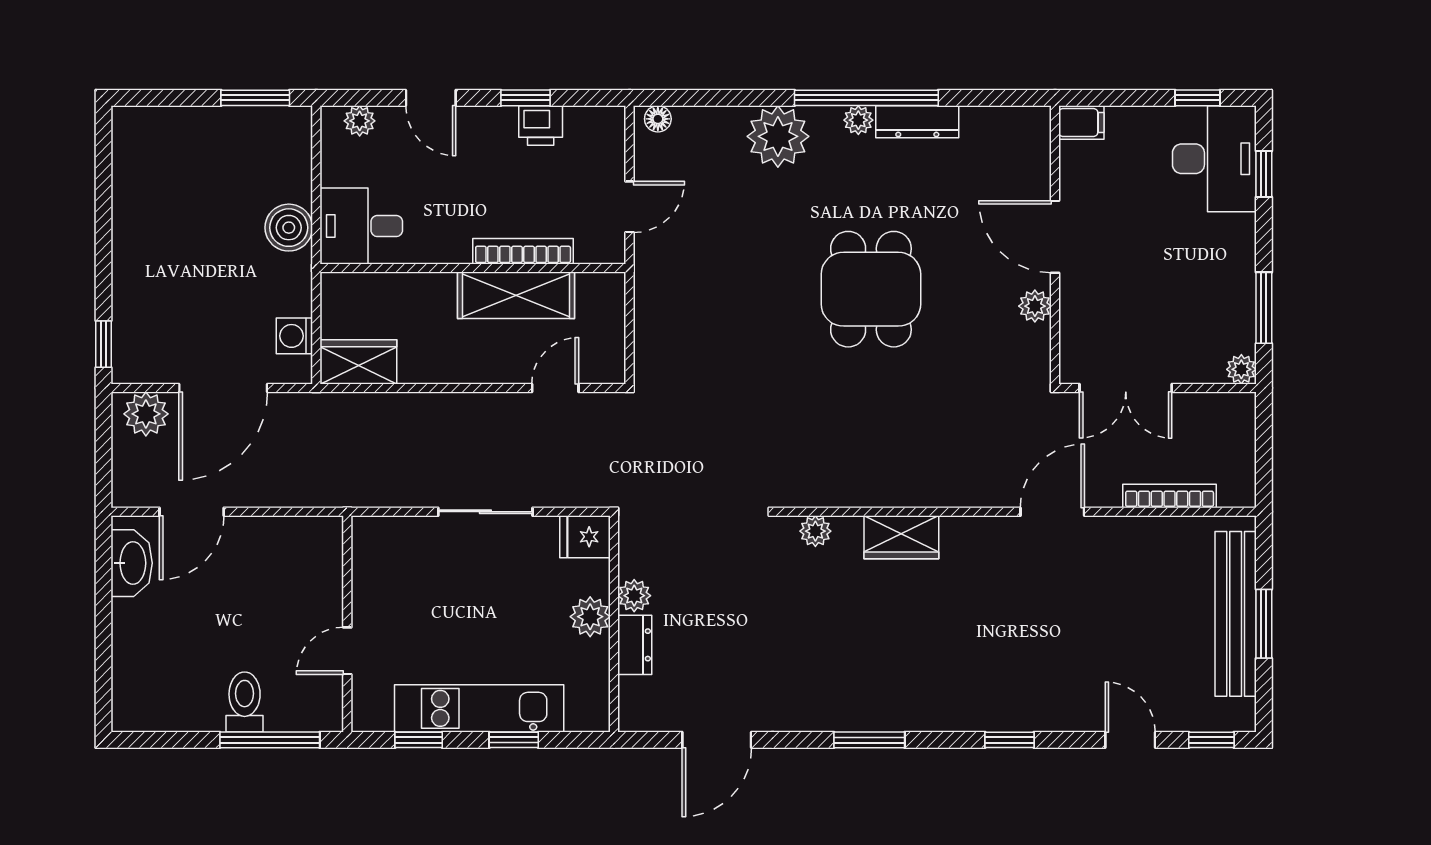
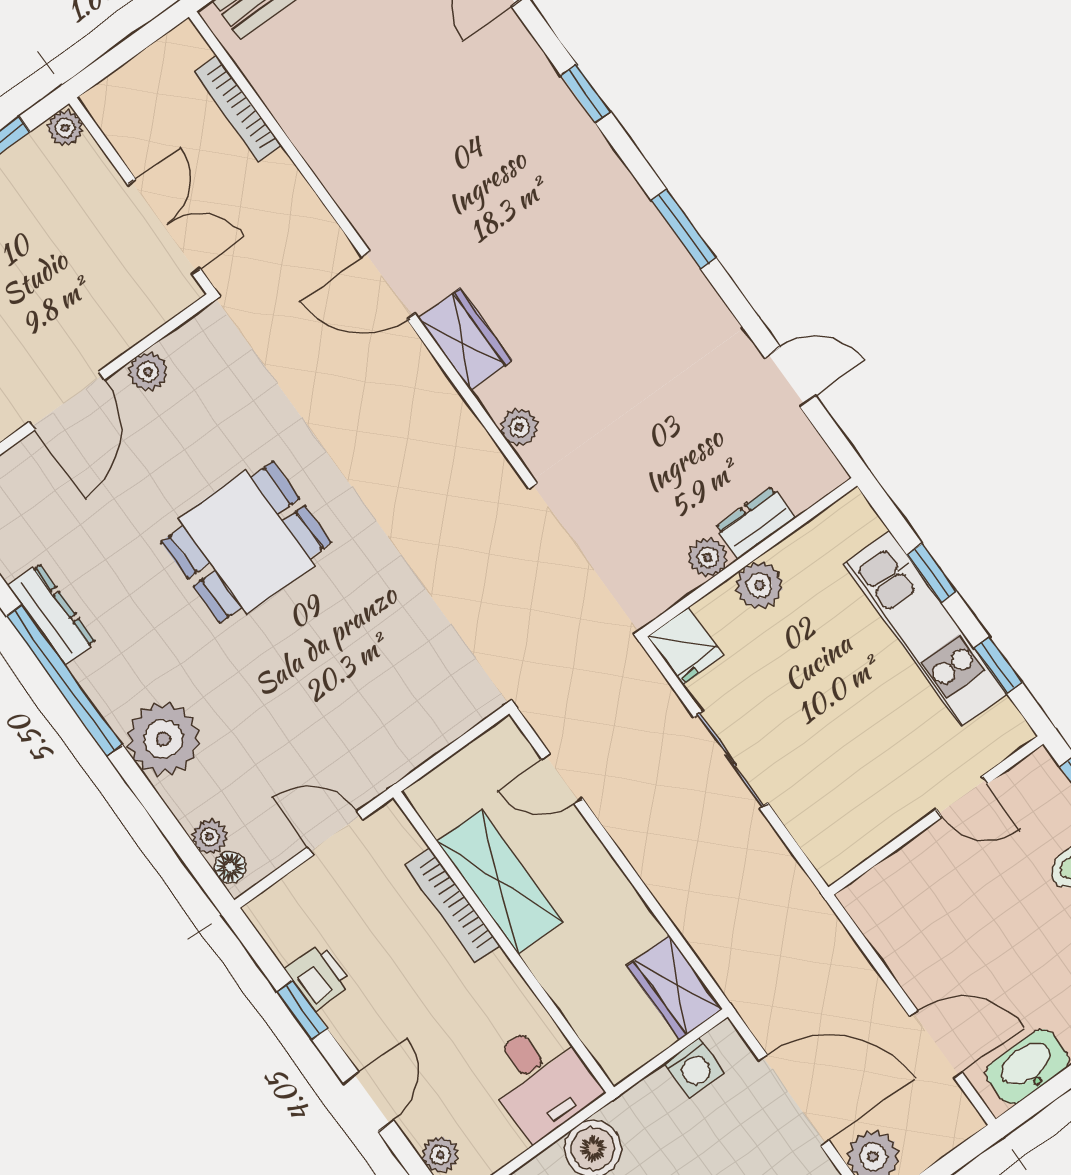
plant: (858, 120) -> (210, 837), moved
door: (1052, 512) -> (388, 285), moved
door: (717, 740) -> (790, 377), width x0.73

